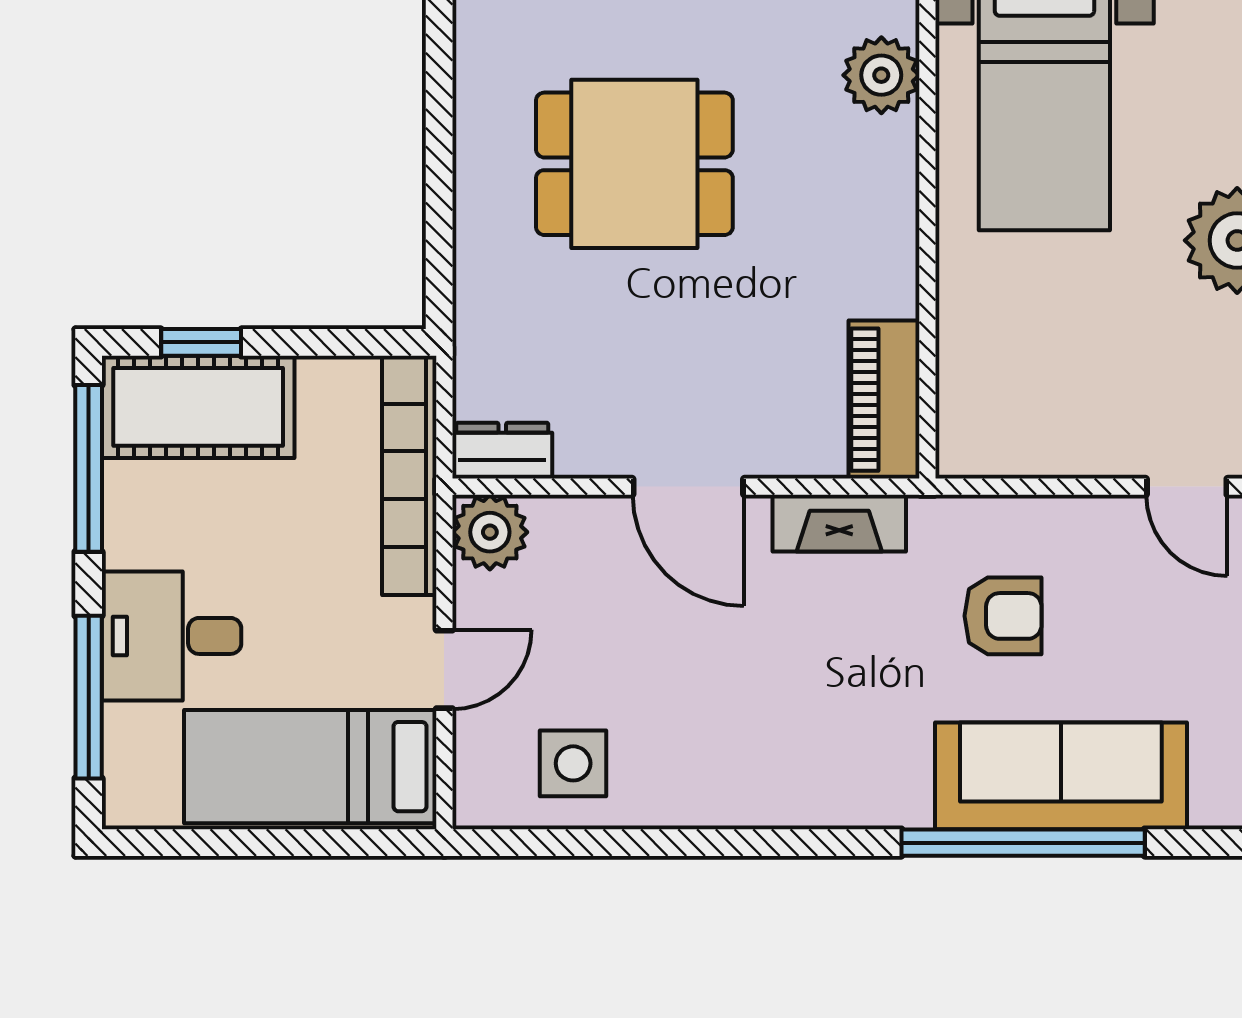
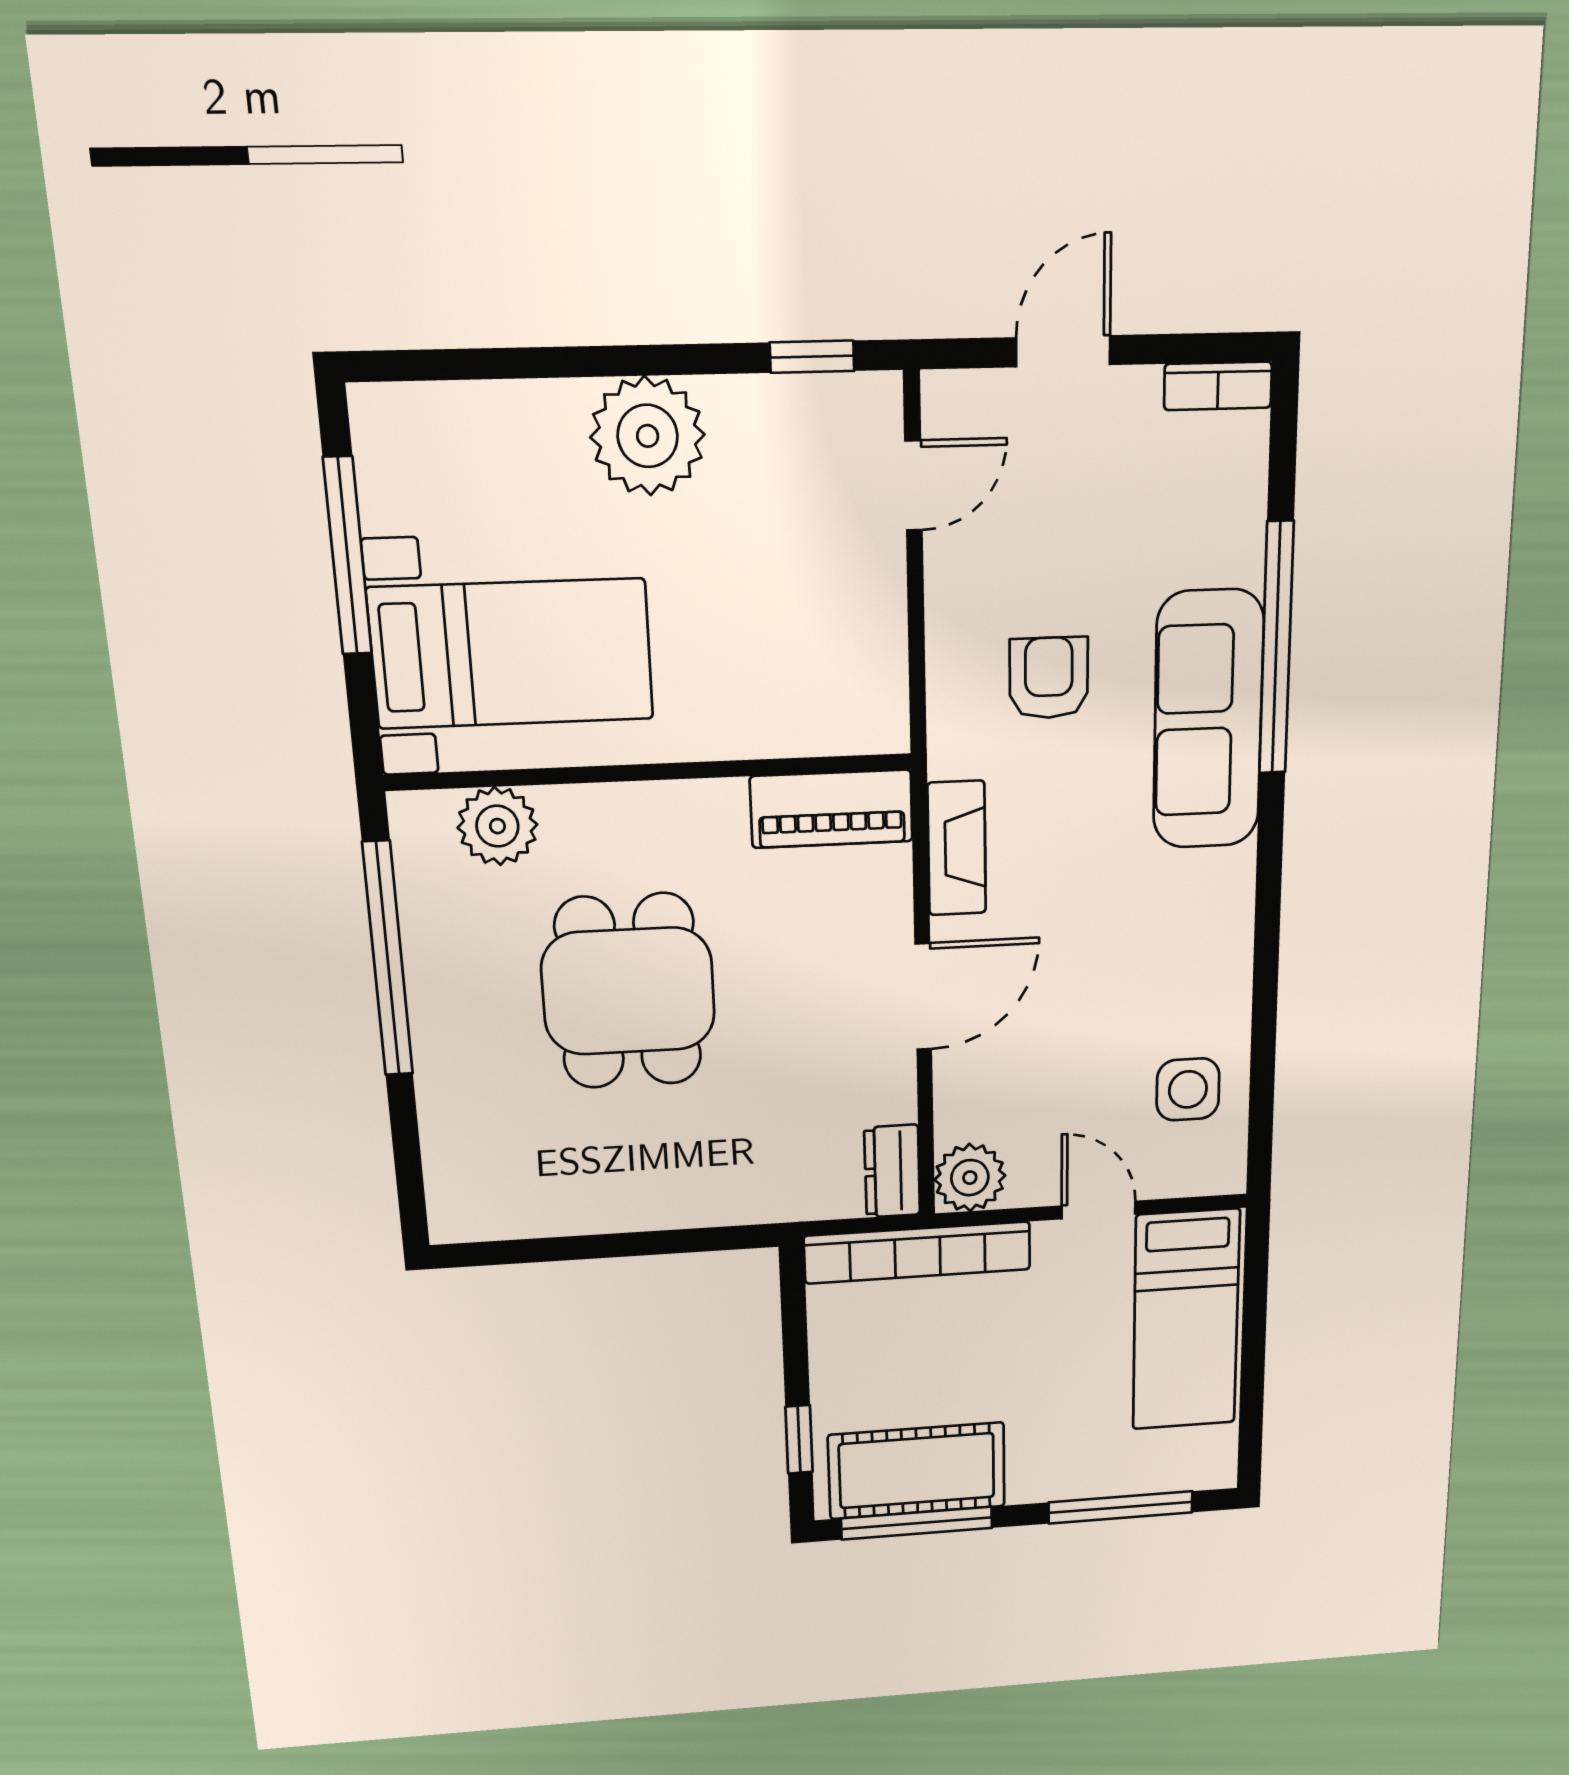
dining table: (634, 164) -> (628, 991), moved
cot: (198, 407) -> (917, 1471), moved, turned 90
desk: (171, 636) -> (1067, 1444), removed
sofa: (1061, 776) -> (1208, 720), moved

